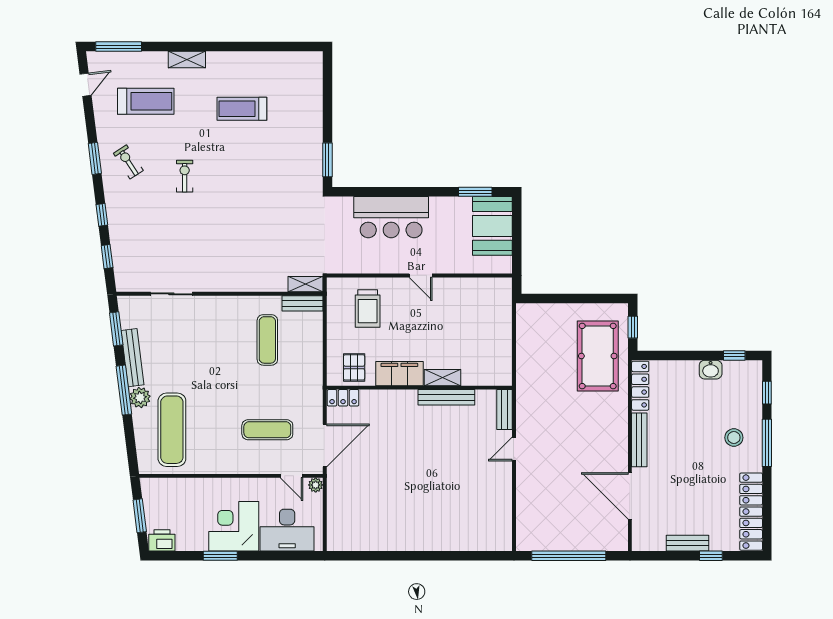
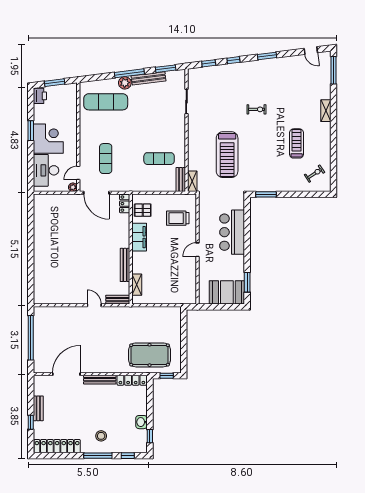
treadmill: (146, 101) -> (227, 155), moved, width x1.37, depth x1.38
exercise bike: (128, 162) -> (315, 174), moved
shelving: (443, 378) -> (137, 285), moved

